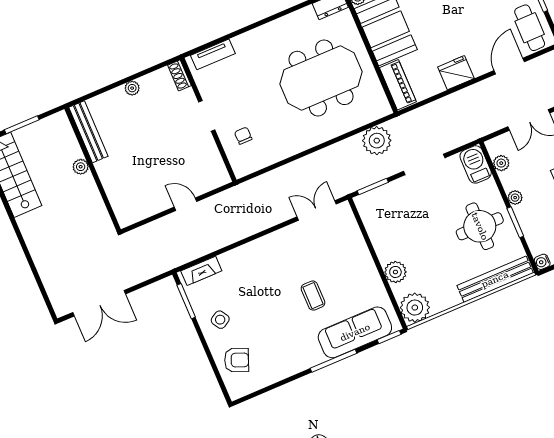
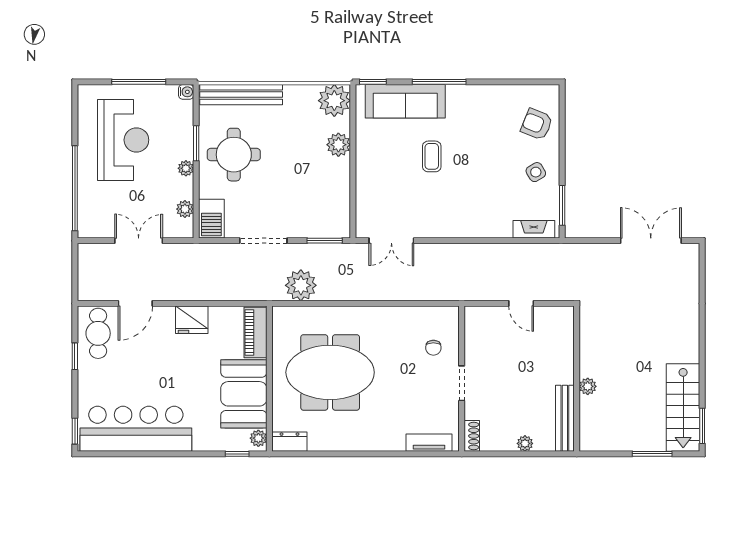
bench: (88, 132) -> (565, 418), moved
plant: (81, 167) -> (588, 386), moved
wall: (93, 169) -> (577, 379), moved

